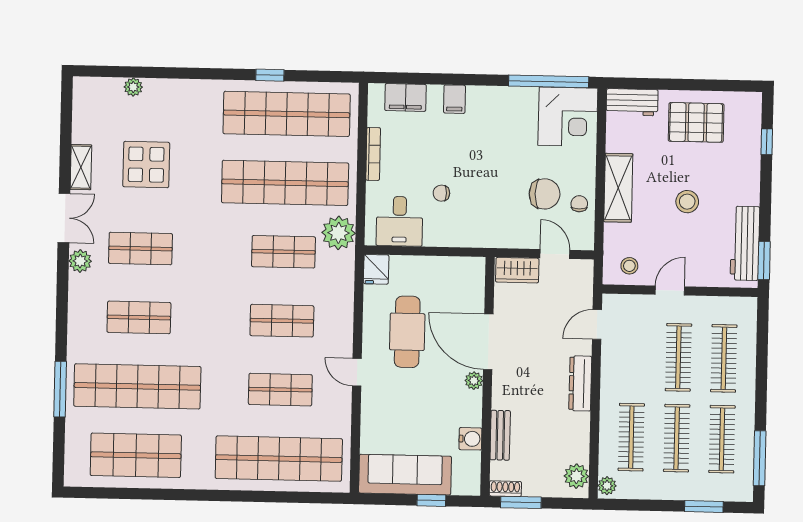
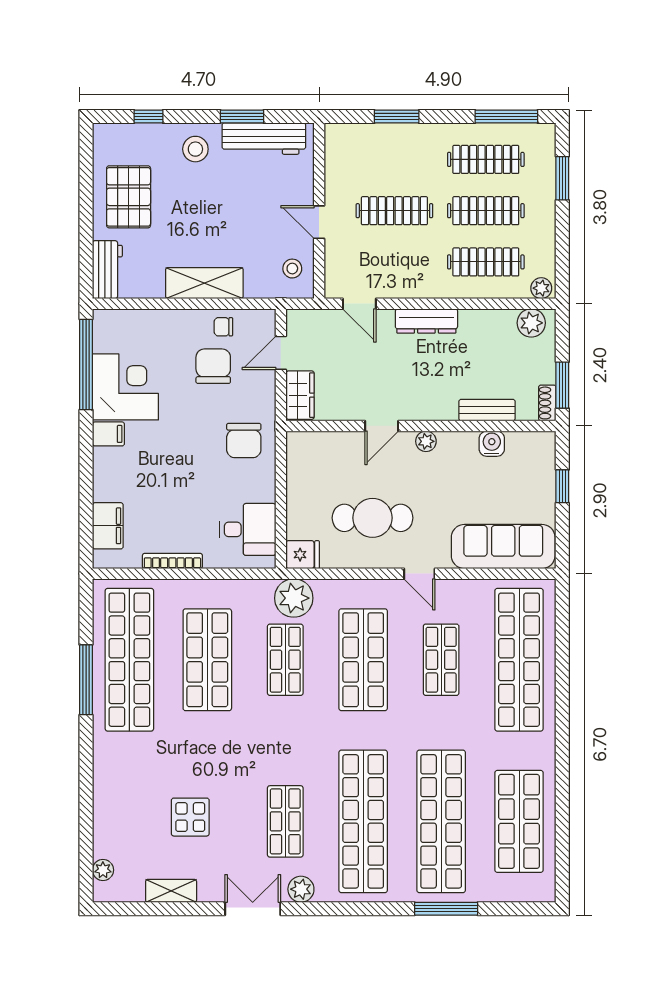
window: (270, 75) -> (86, 680), width x2.17
plant: (133, 87) -> (103, 870), moved
filing cabinet: (454, 99) -> (108, 434), moved
corner desk: (568, 117) -> (125, 387), moved
display table: (146, 165) -> (190, 817), width x0.73, depth x0.73
shelving: (81, 167) -> (171, 891), moved
shop shelf: (285, 183) -> (207, 660), width x0.71
chair: (441, 193) -> (244, 441), moved, width x1.87, depth x1.87
stool: (687, 202) -> (195, 149), moved
plant: (339, 233) -> (294, 598), moved
window: (764, 261) -> (242, 116), moved
shop shelf: (139, 317) -> (363, 821), width x2.00, depth x1.36
shop shelf: (282, 321) -> (363, 660), width x1.43, depth x1.36
door: (488, 342) -> (382, 426), width x0.53
clothes rail: (724, 358) -> (394, 159), removed
window: (762, 361) -> (397, 116), added
door: (357, 372) -> (419, 574), hinge flipped
sofa: (405, 475) -> (503, 547), moved, turned 90

